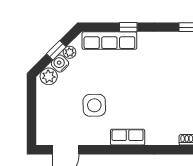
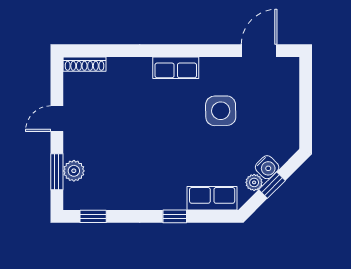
row of seats: (109, 41) -> (212, 198), width x0.68
plant: (49, 76) -> (282, 150), removed

